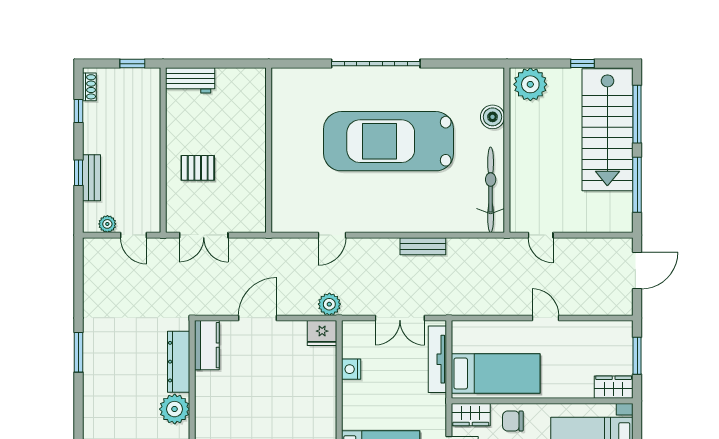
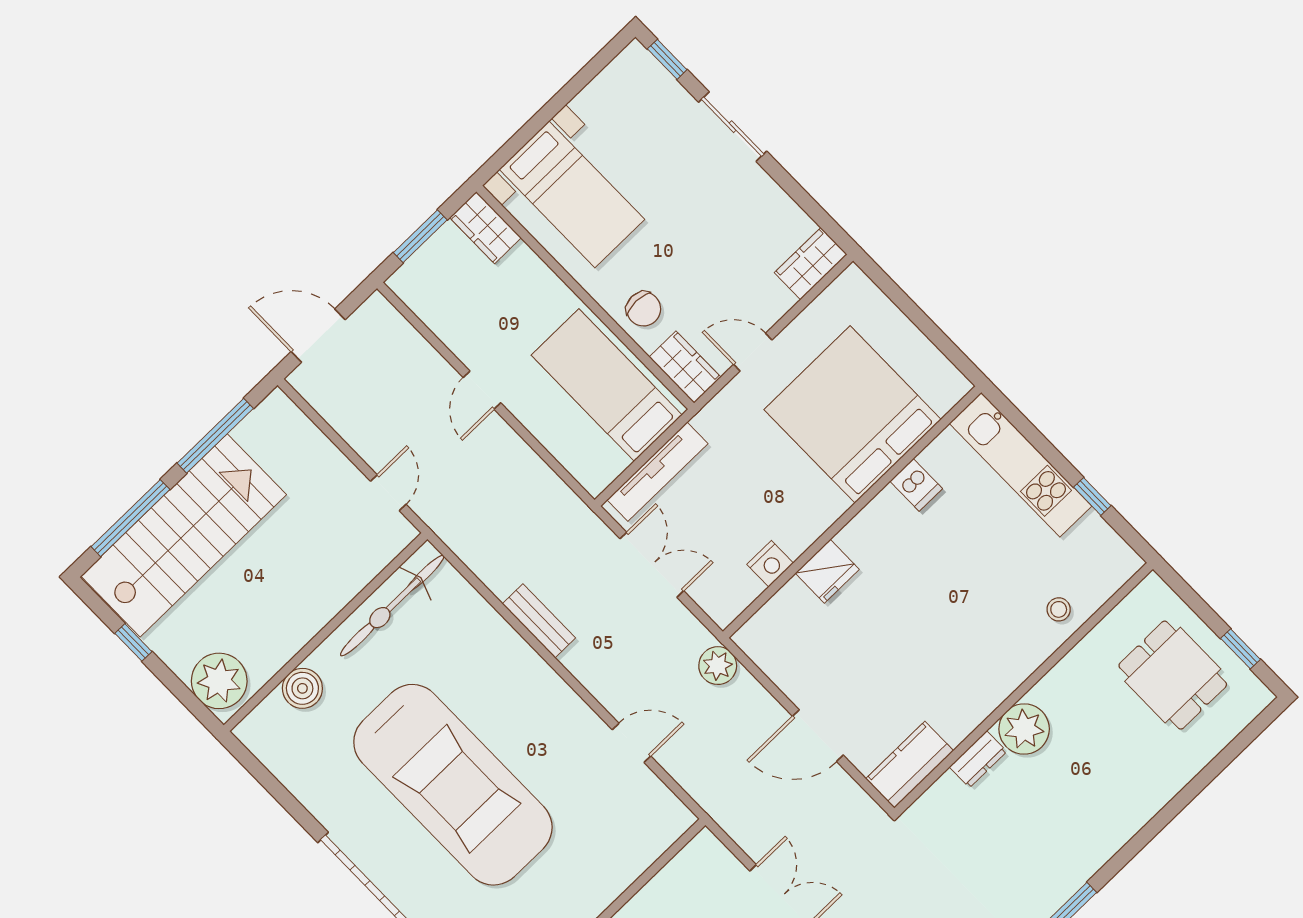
fridge: (322, 333) -> (827, 571), moved, turned 90
dresser: (179, 362) -> (978, 759), width x0.51, depth x0.80

